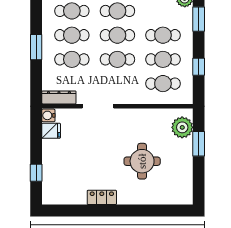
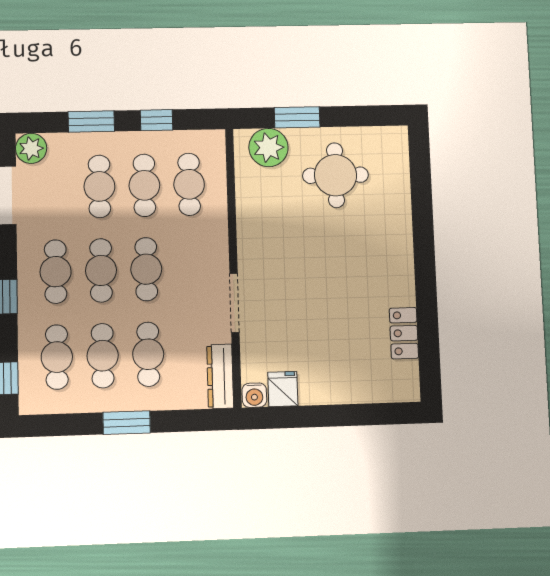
window: (199, 19) -> (91, 122), moved
round table: (142, 161) -> (335, 175), moved
window: (36, 173) -> (362, 415), removed
locker: (102, 197) -> (404, 333), moved

